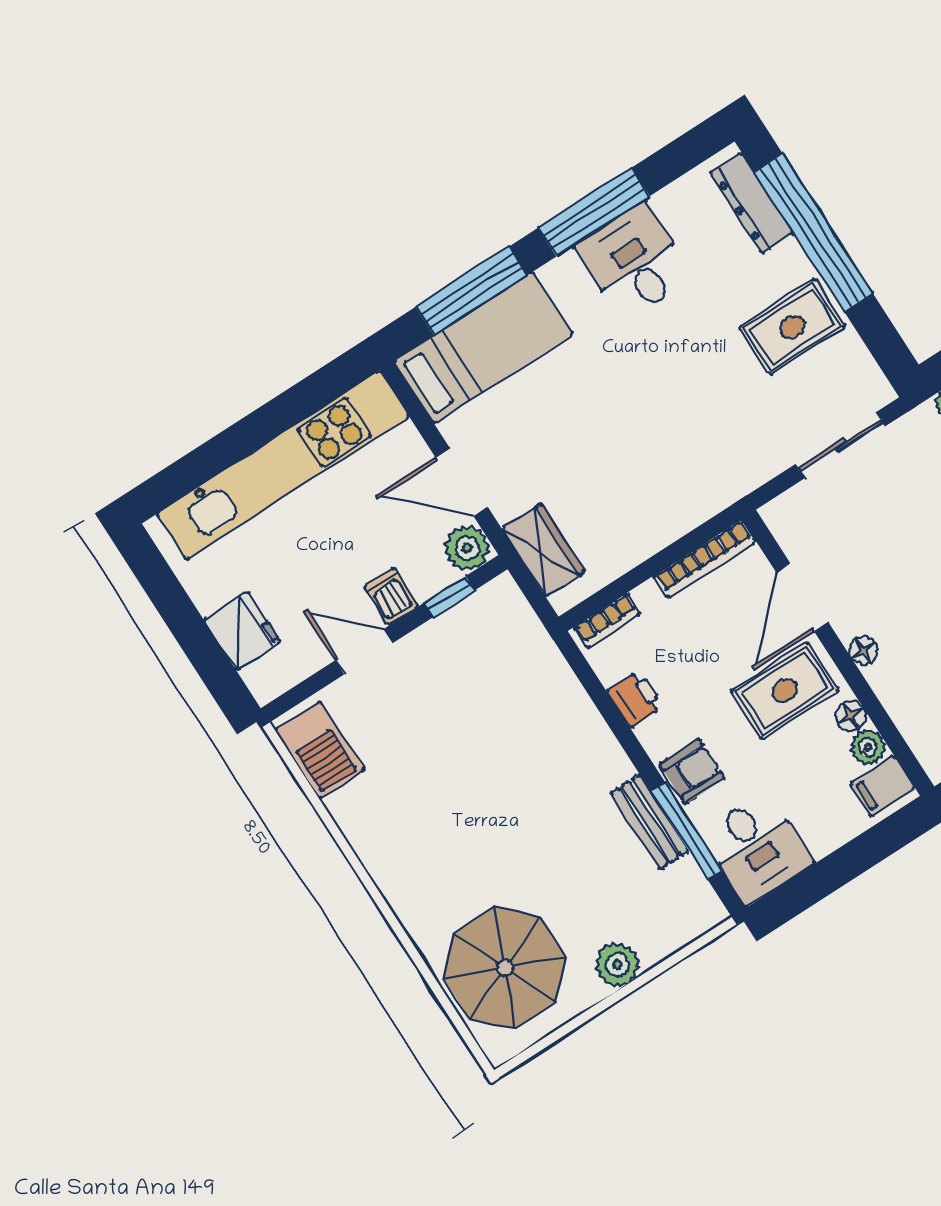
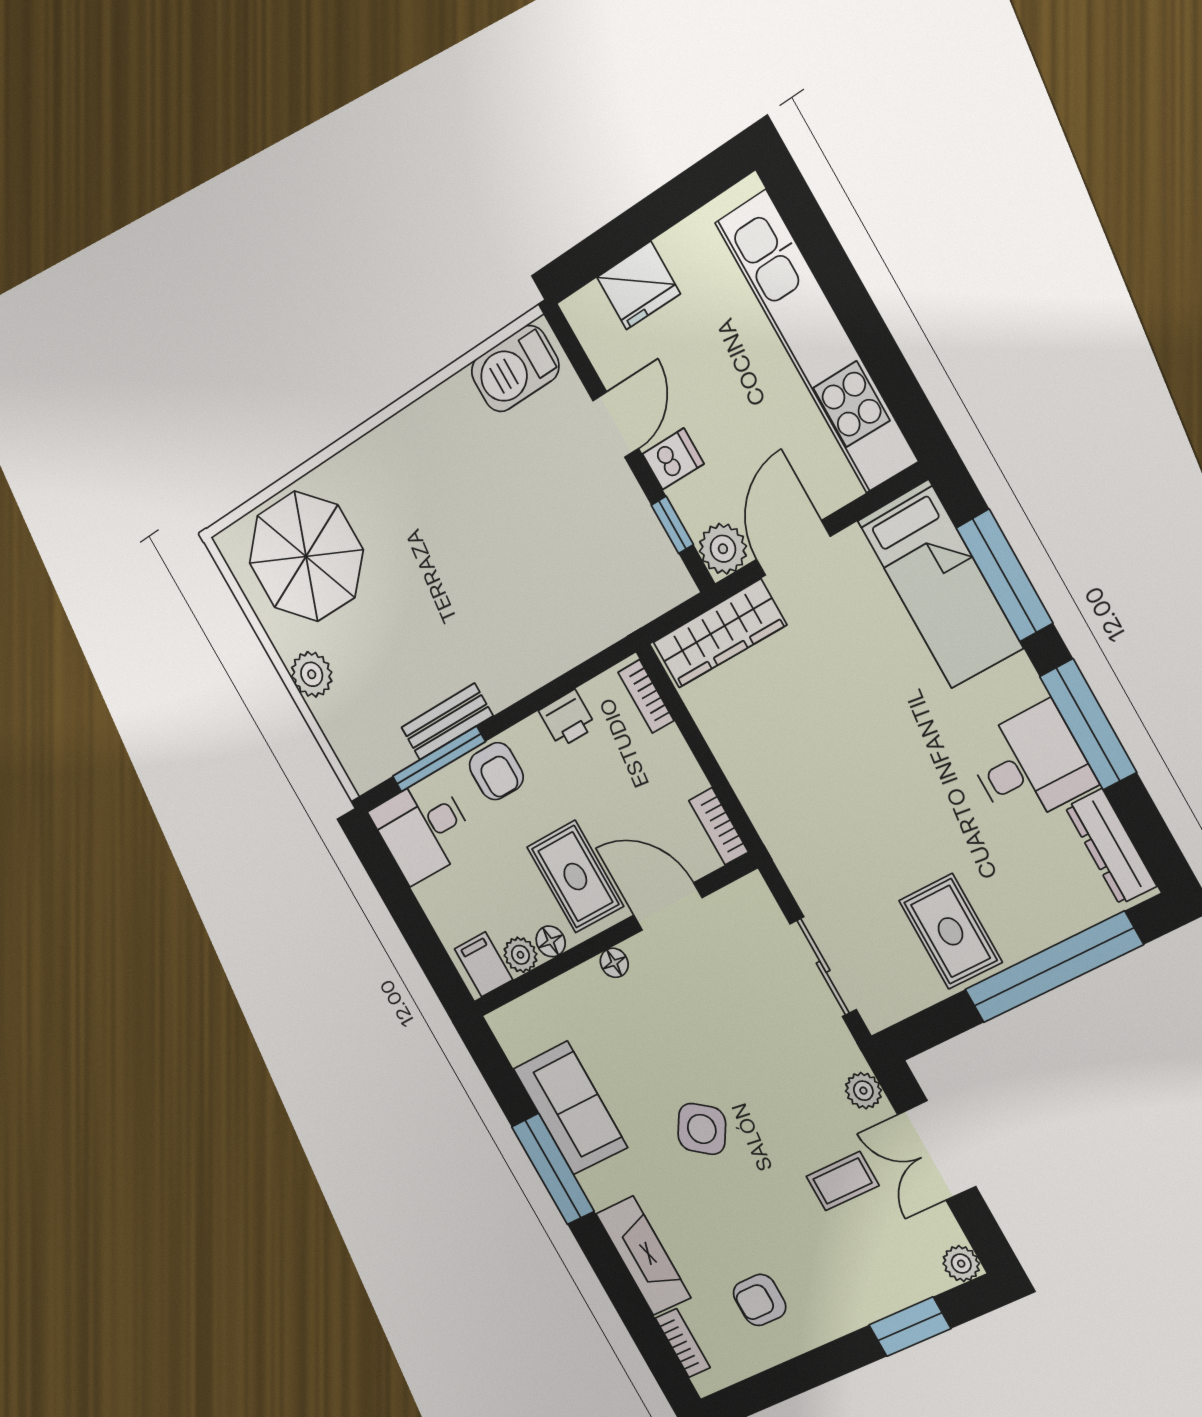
dresser: (752, 203) -> (1111, 847), moved, turned -90
wardrobe: (543, 550) -> (720, 634), width x1.50
bookcase: (705, 559) -> (719, 826), width x0.64

